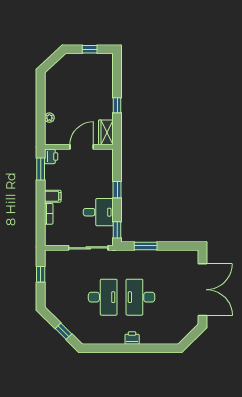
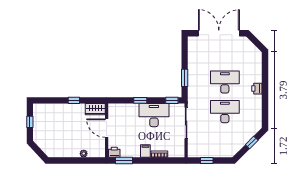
desk: (98, 212) -> (154, 115), width x1.37
desk: (140, 297) -> (225, 82), turned 180

